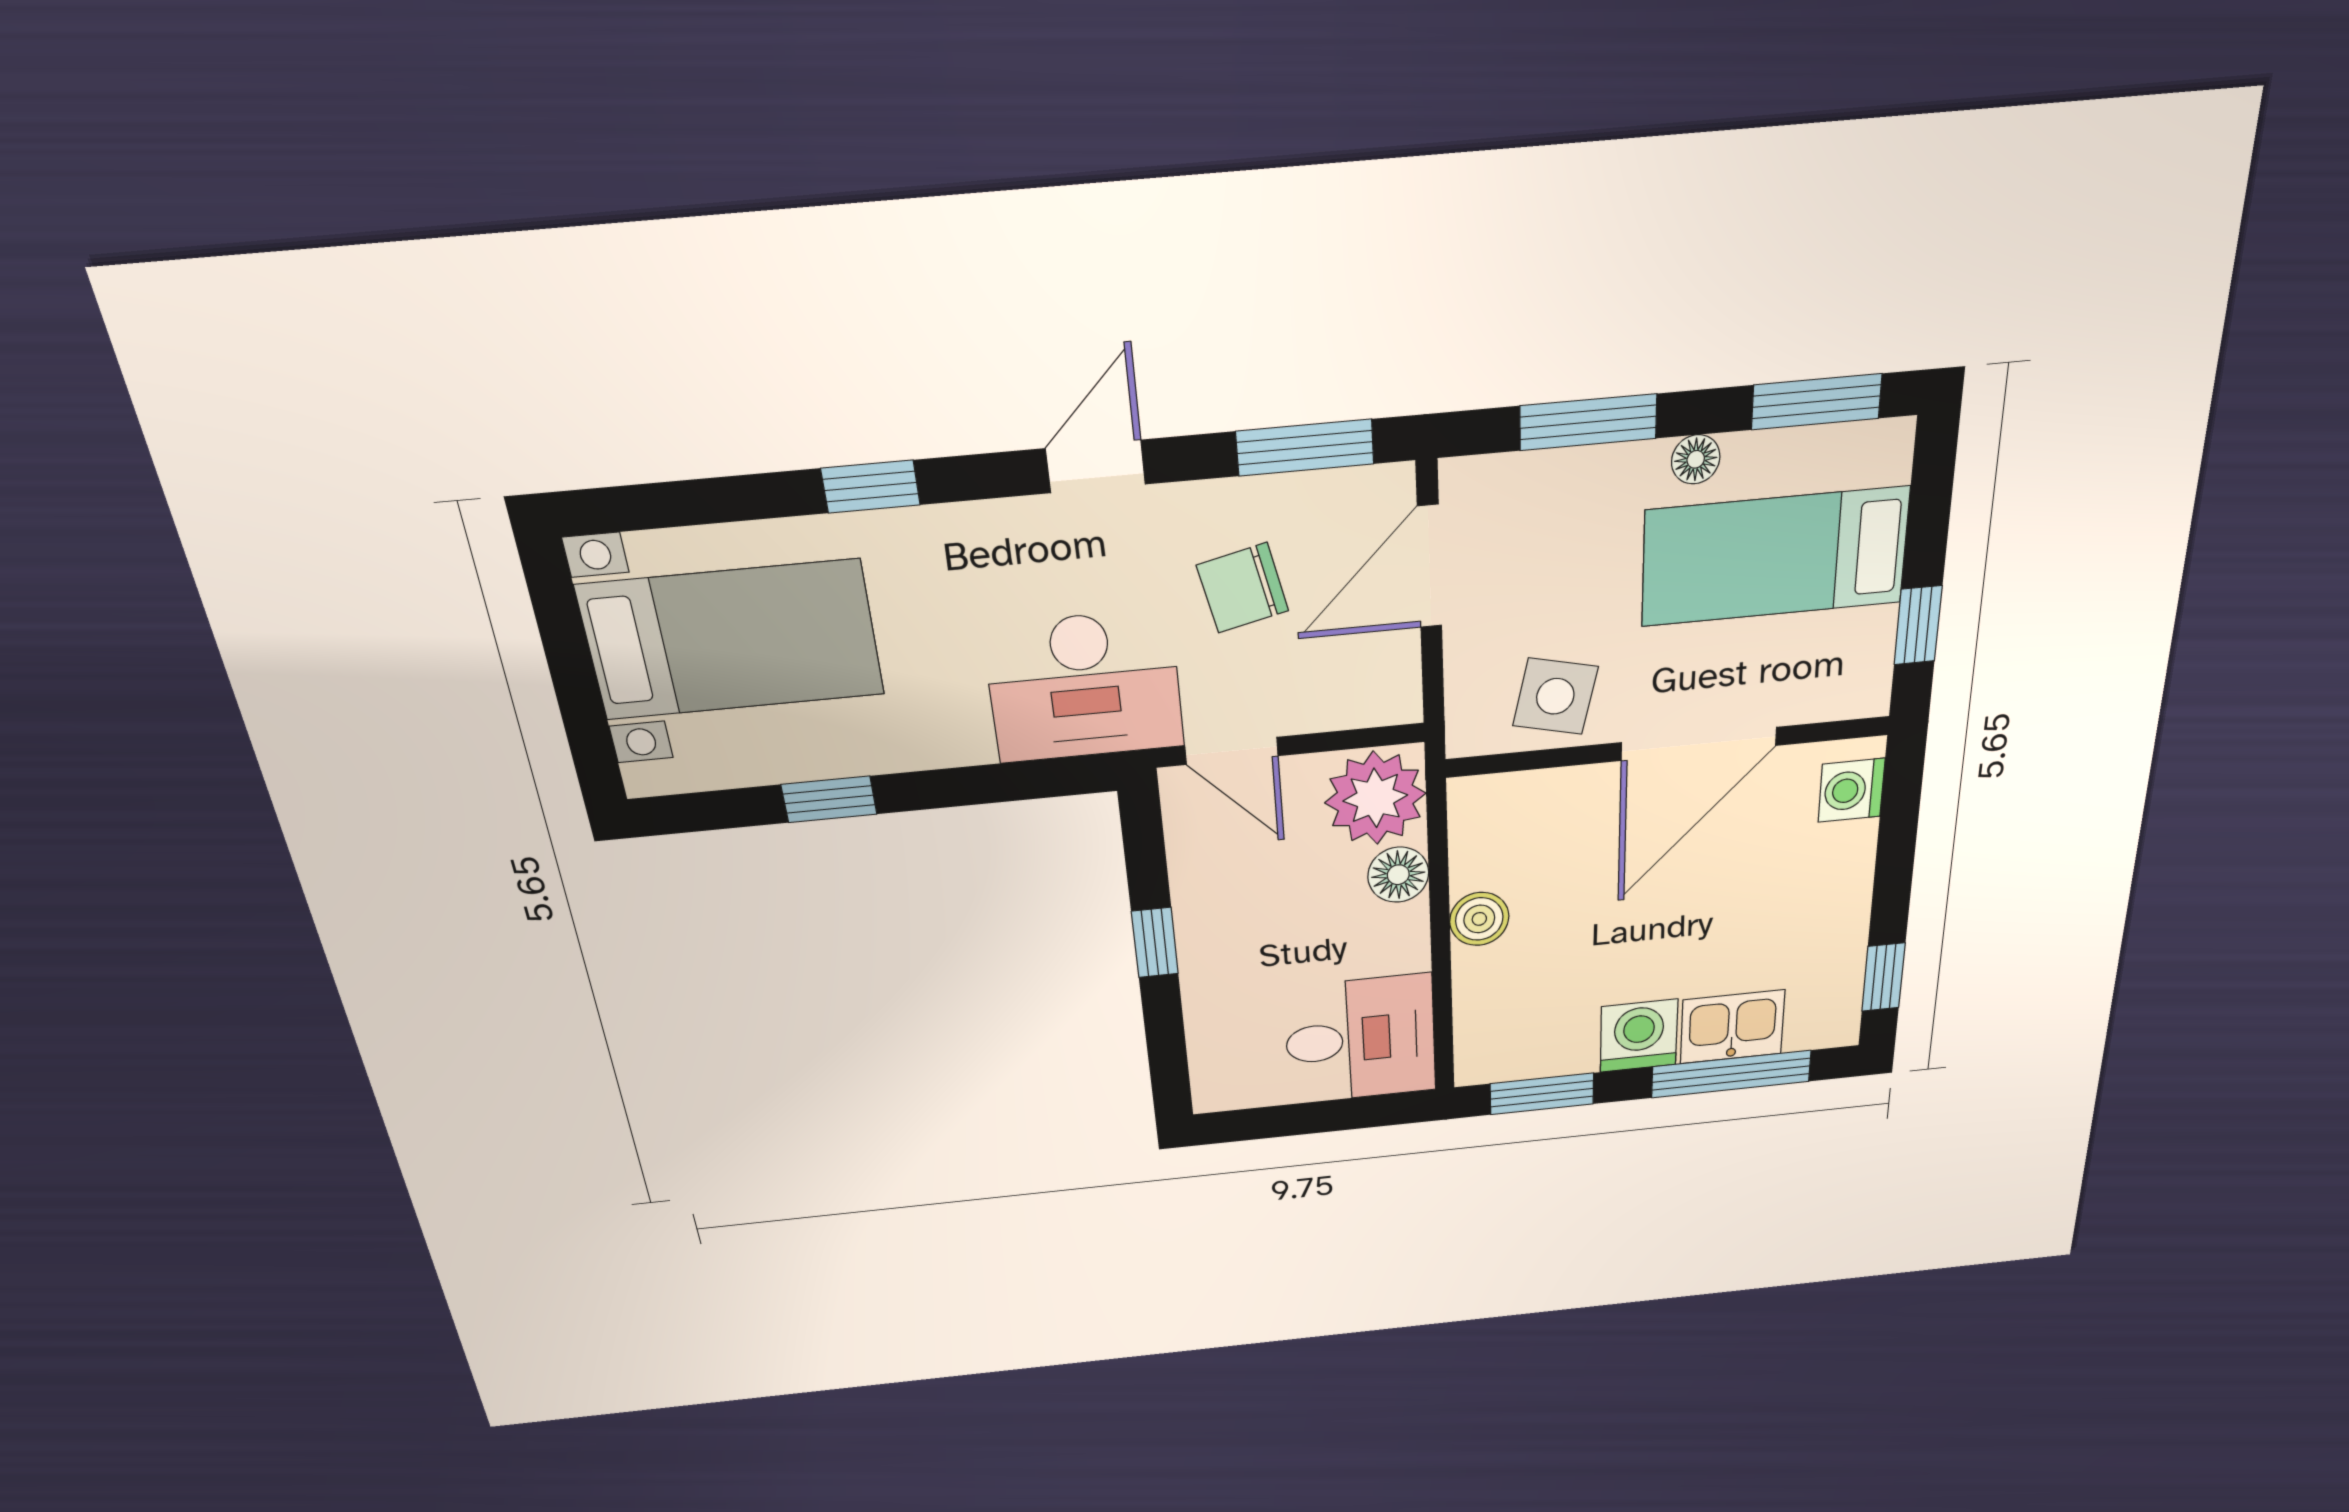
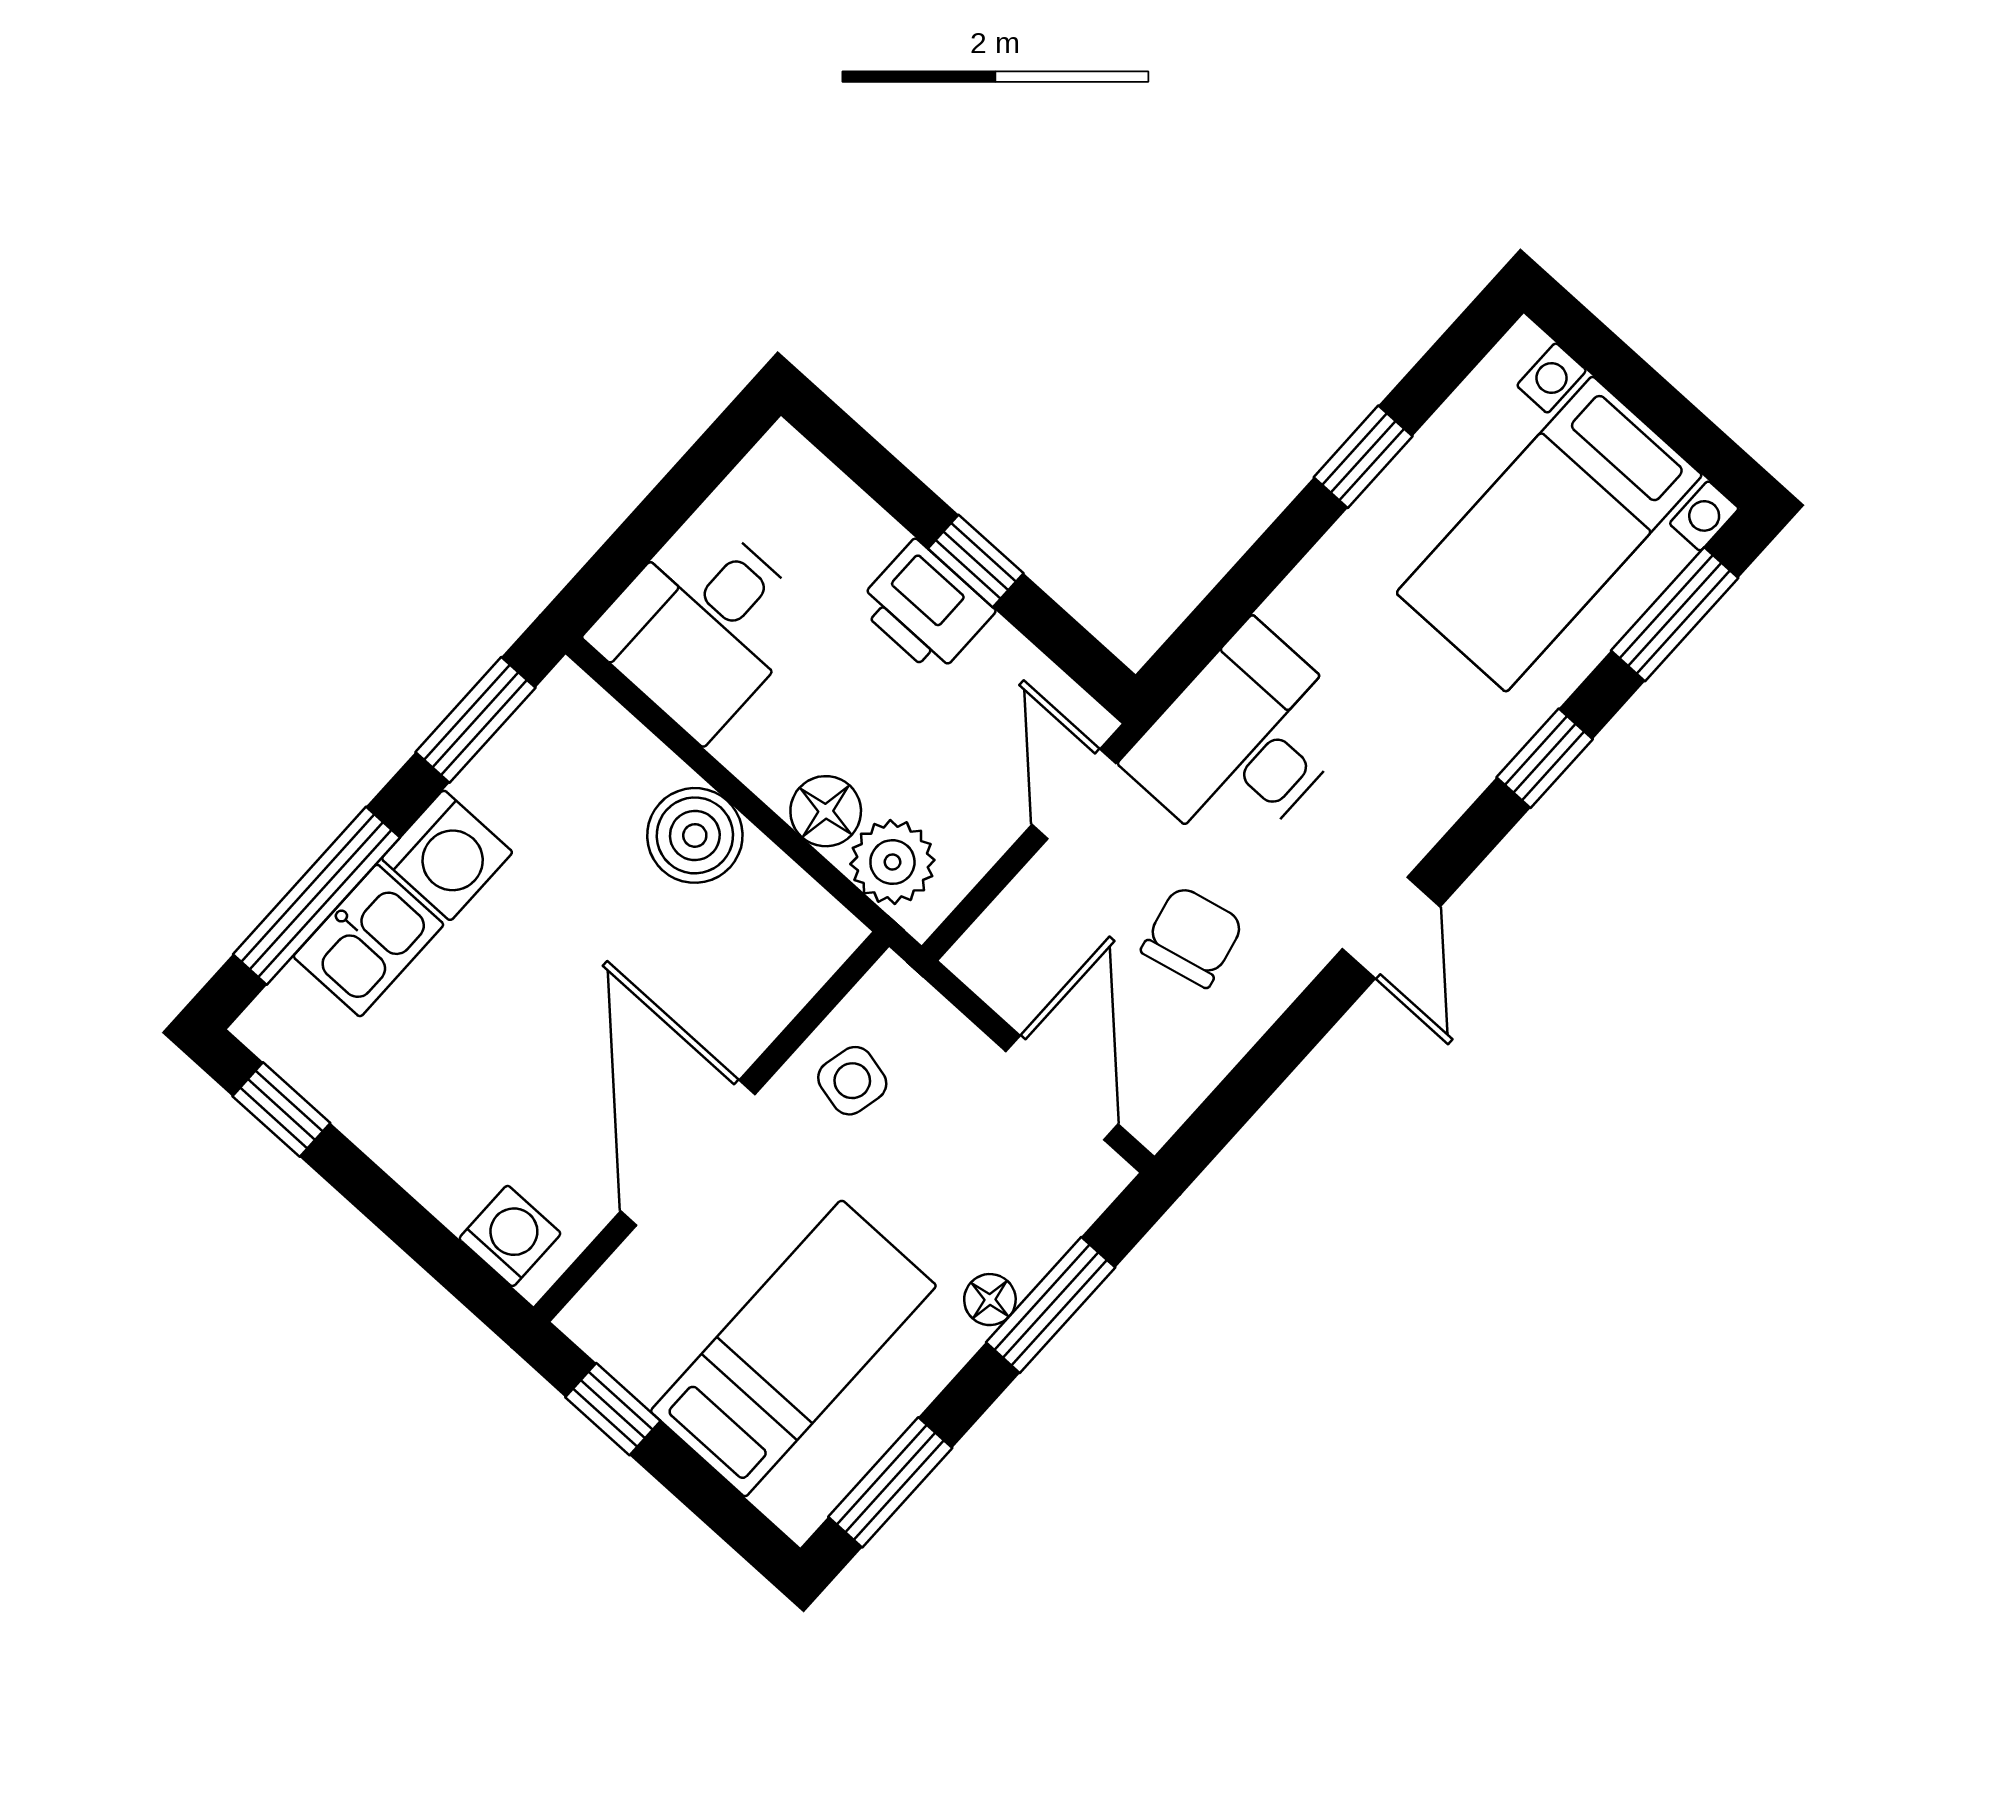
window: (1305, 448) -> (1675, 614), moved
floor lamp: (1696, 459) -> (990, 1300), moved
side table: (1555, 696) -> (852, 1081), width x0.73, depth x0.73
door: (1232, 751) -> (1074, 794), hinge flipped
plant: (1375, 798) -> (892, 862), width x0.73, depth x0.73
boiler: (1479, 919) -> (695, 835), width x1.36, depth x1.36
printer: (1214, 941) -> (925, 608), added

